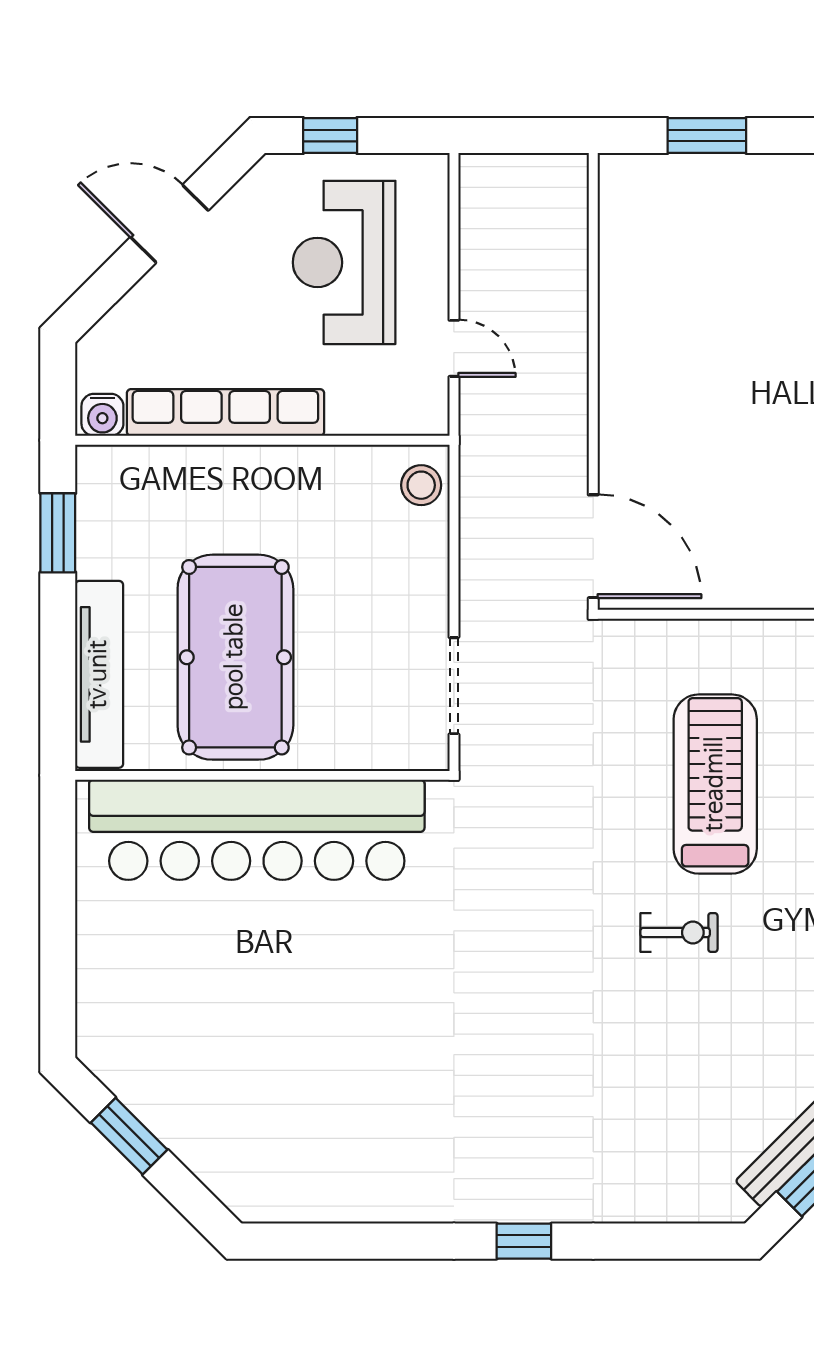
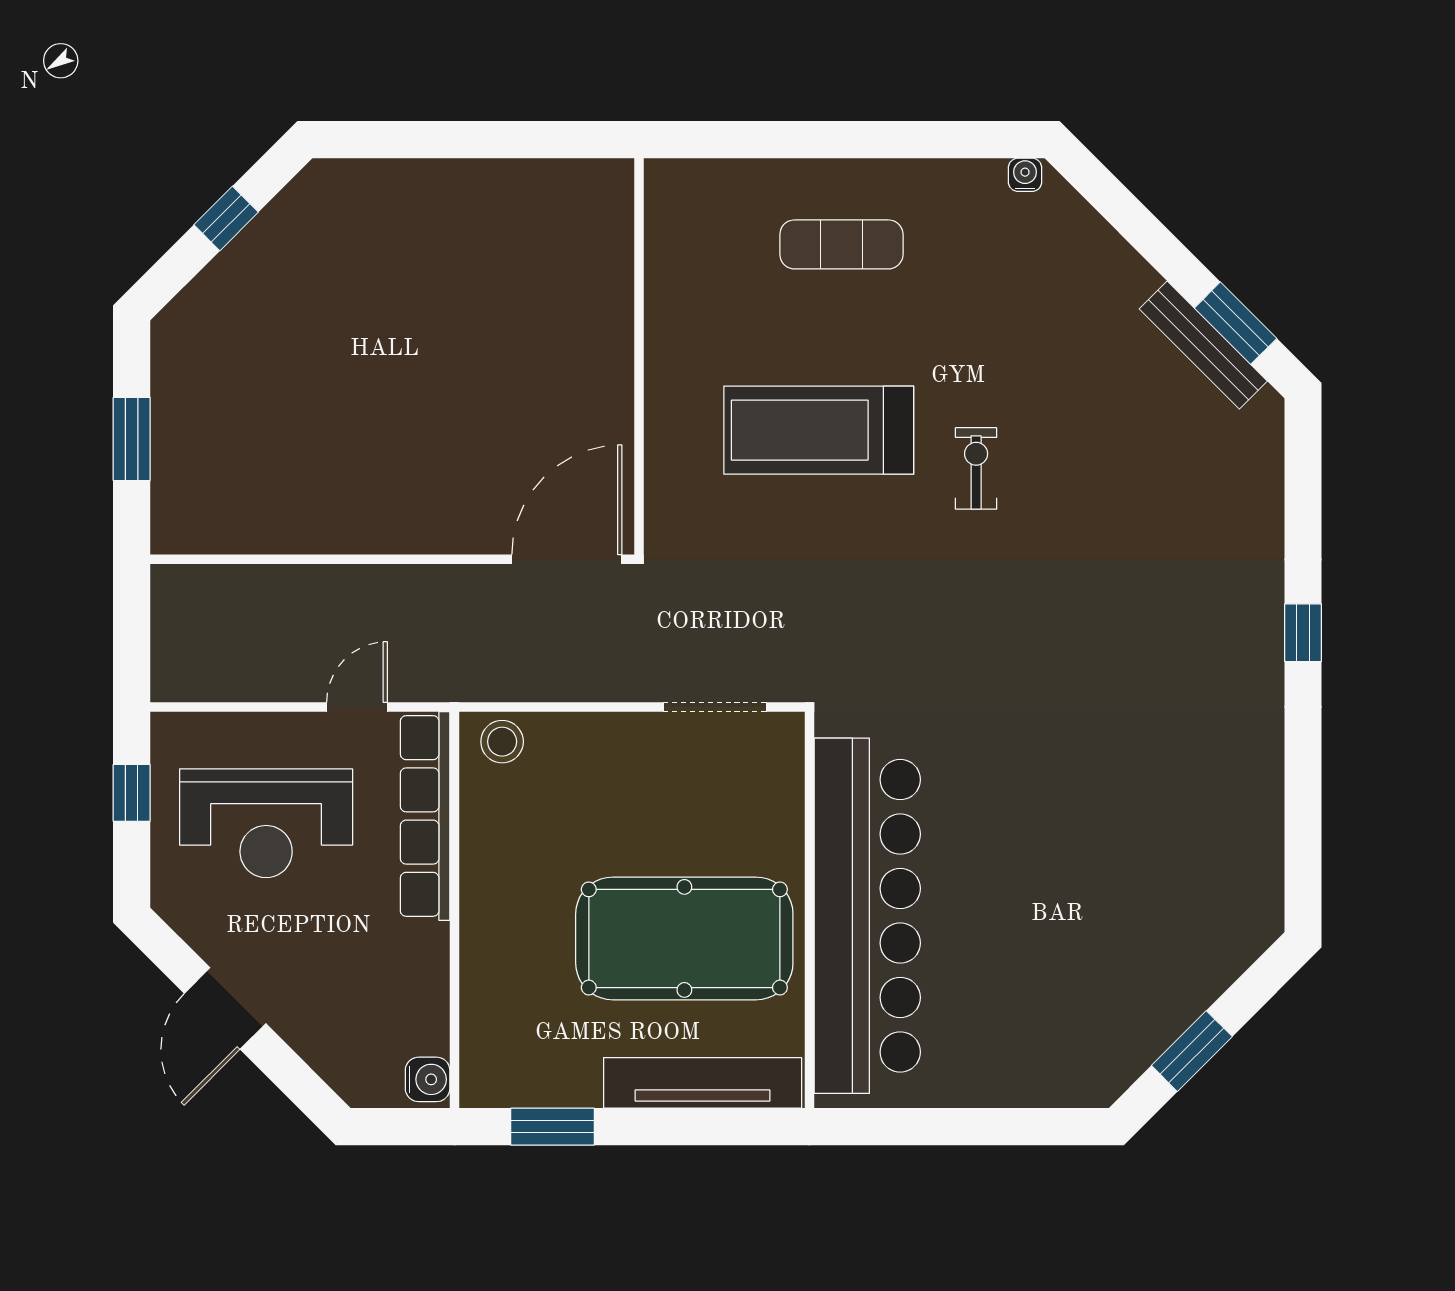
window: (330, 136) -> (132, 793), moved
row of seats: (225, 412) -> (425, 816), moved

